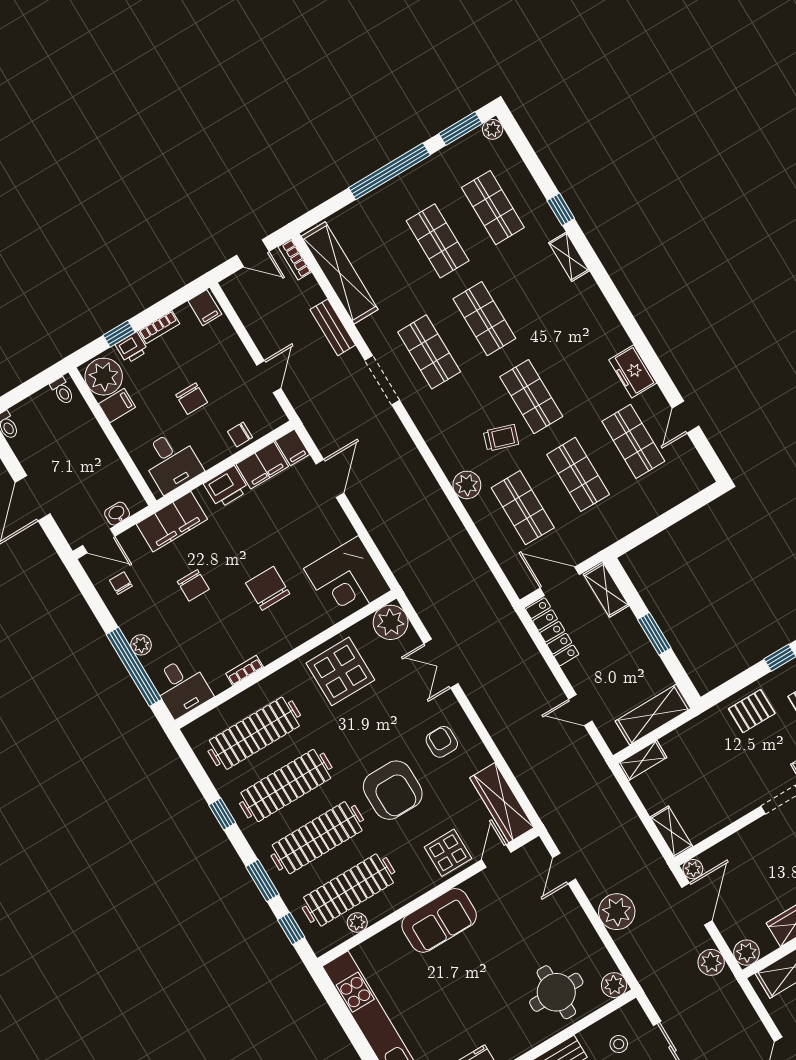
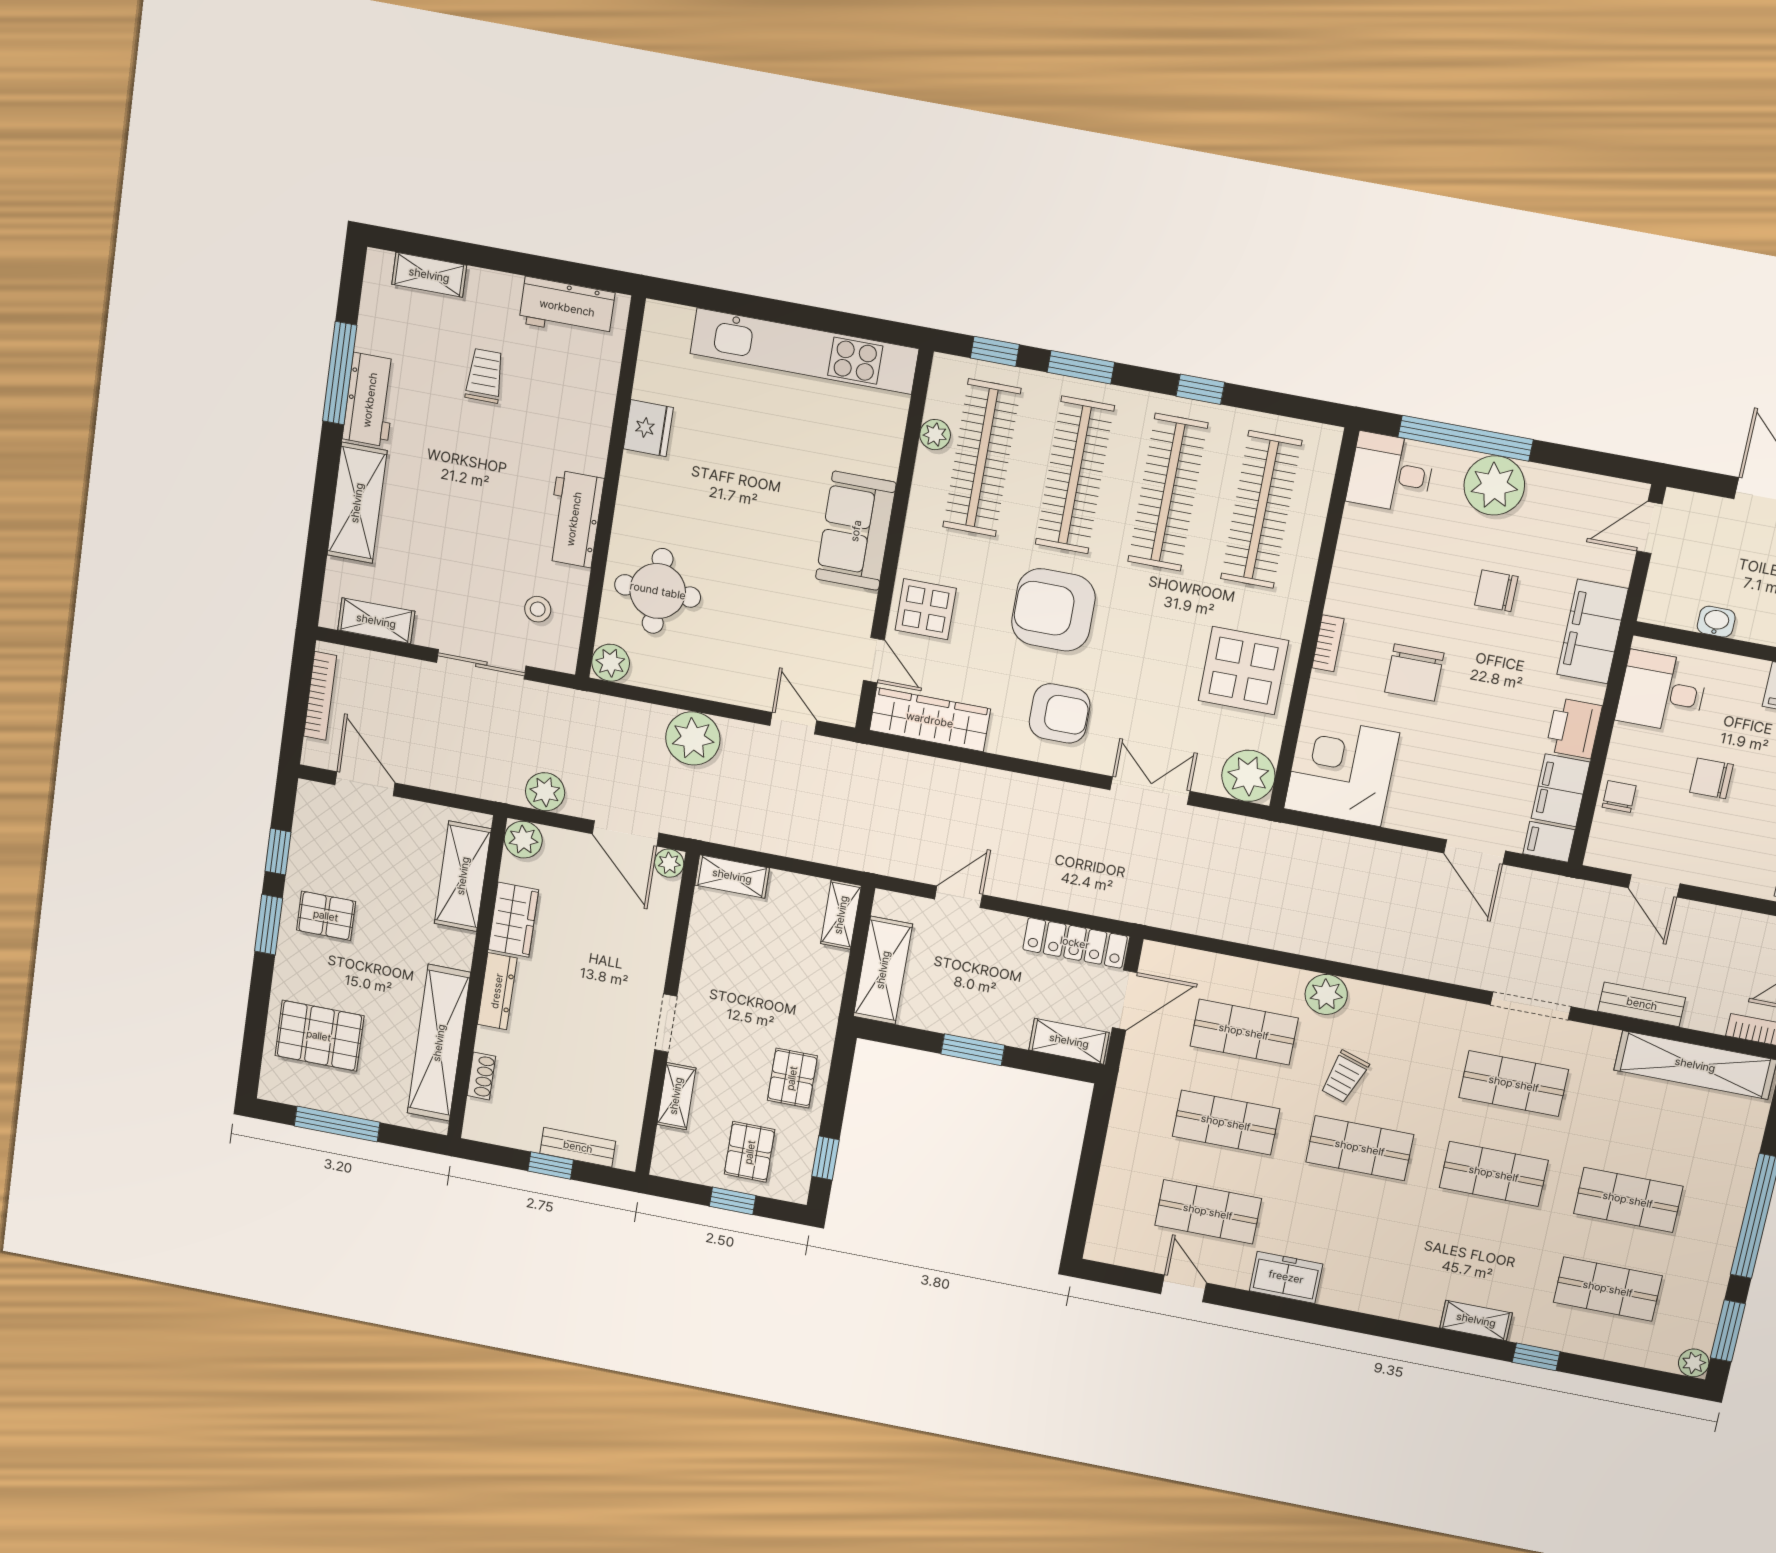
washbasin: (117, 514) -> (1716, 622), moved, turned -90
chair: (121, 583) -> (1577, 510), removed
chair: (268, 588) -> (1414, 673), turned 90
plant: (141, 645) -> (1494, 485), width x1.88, depth x1.88
bookcase: (245, 670) -> (1328, 643), moved
armchair: (442, 742) -> (1060, 713), width x1.38, depth x1.38

